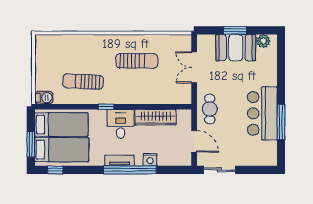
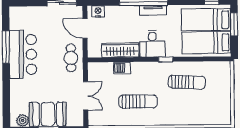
sun lounger: (137, 61) -> (138, 101), turned 180
barbecue: (44, 98) -> (122, 68), moved
nightstand: (150, 160) -> (98, 11), moved

